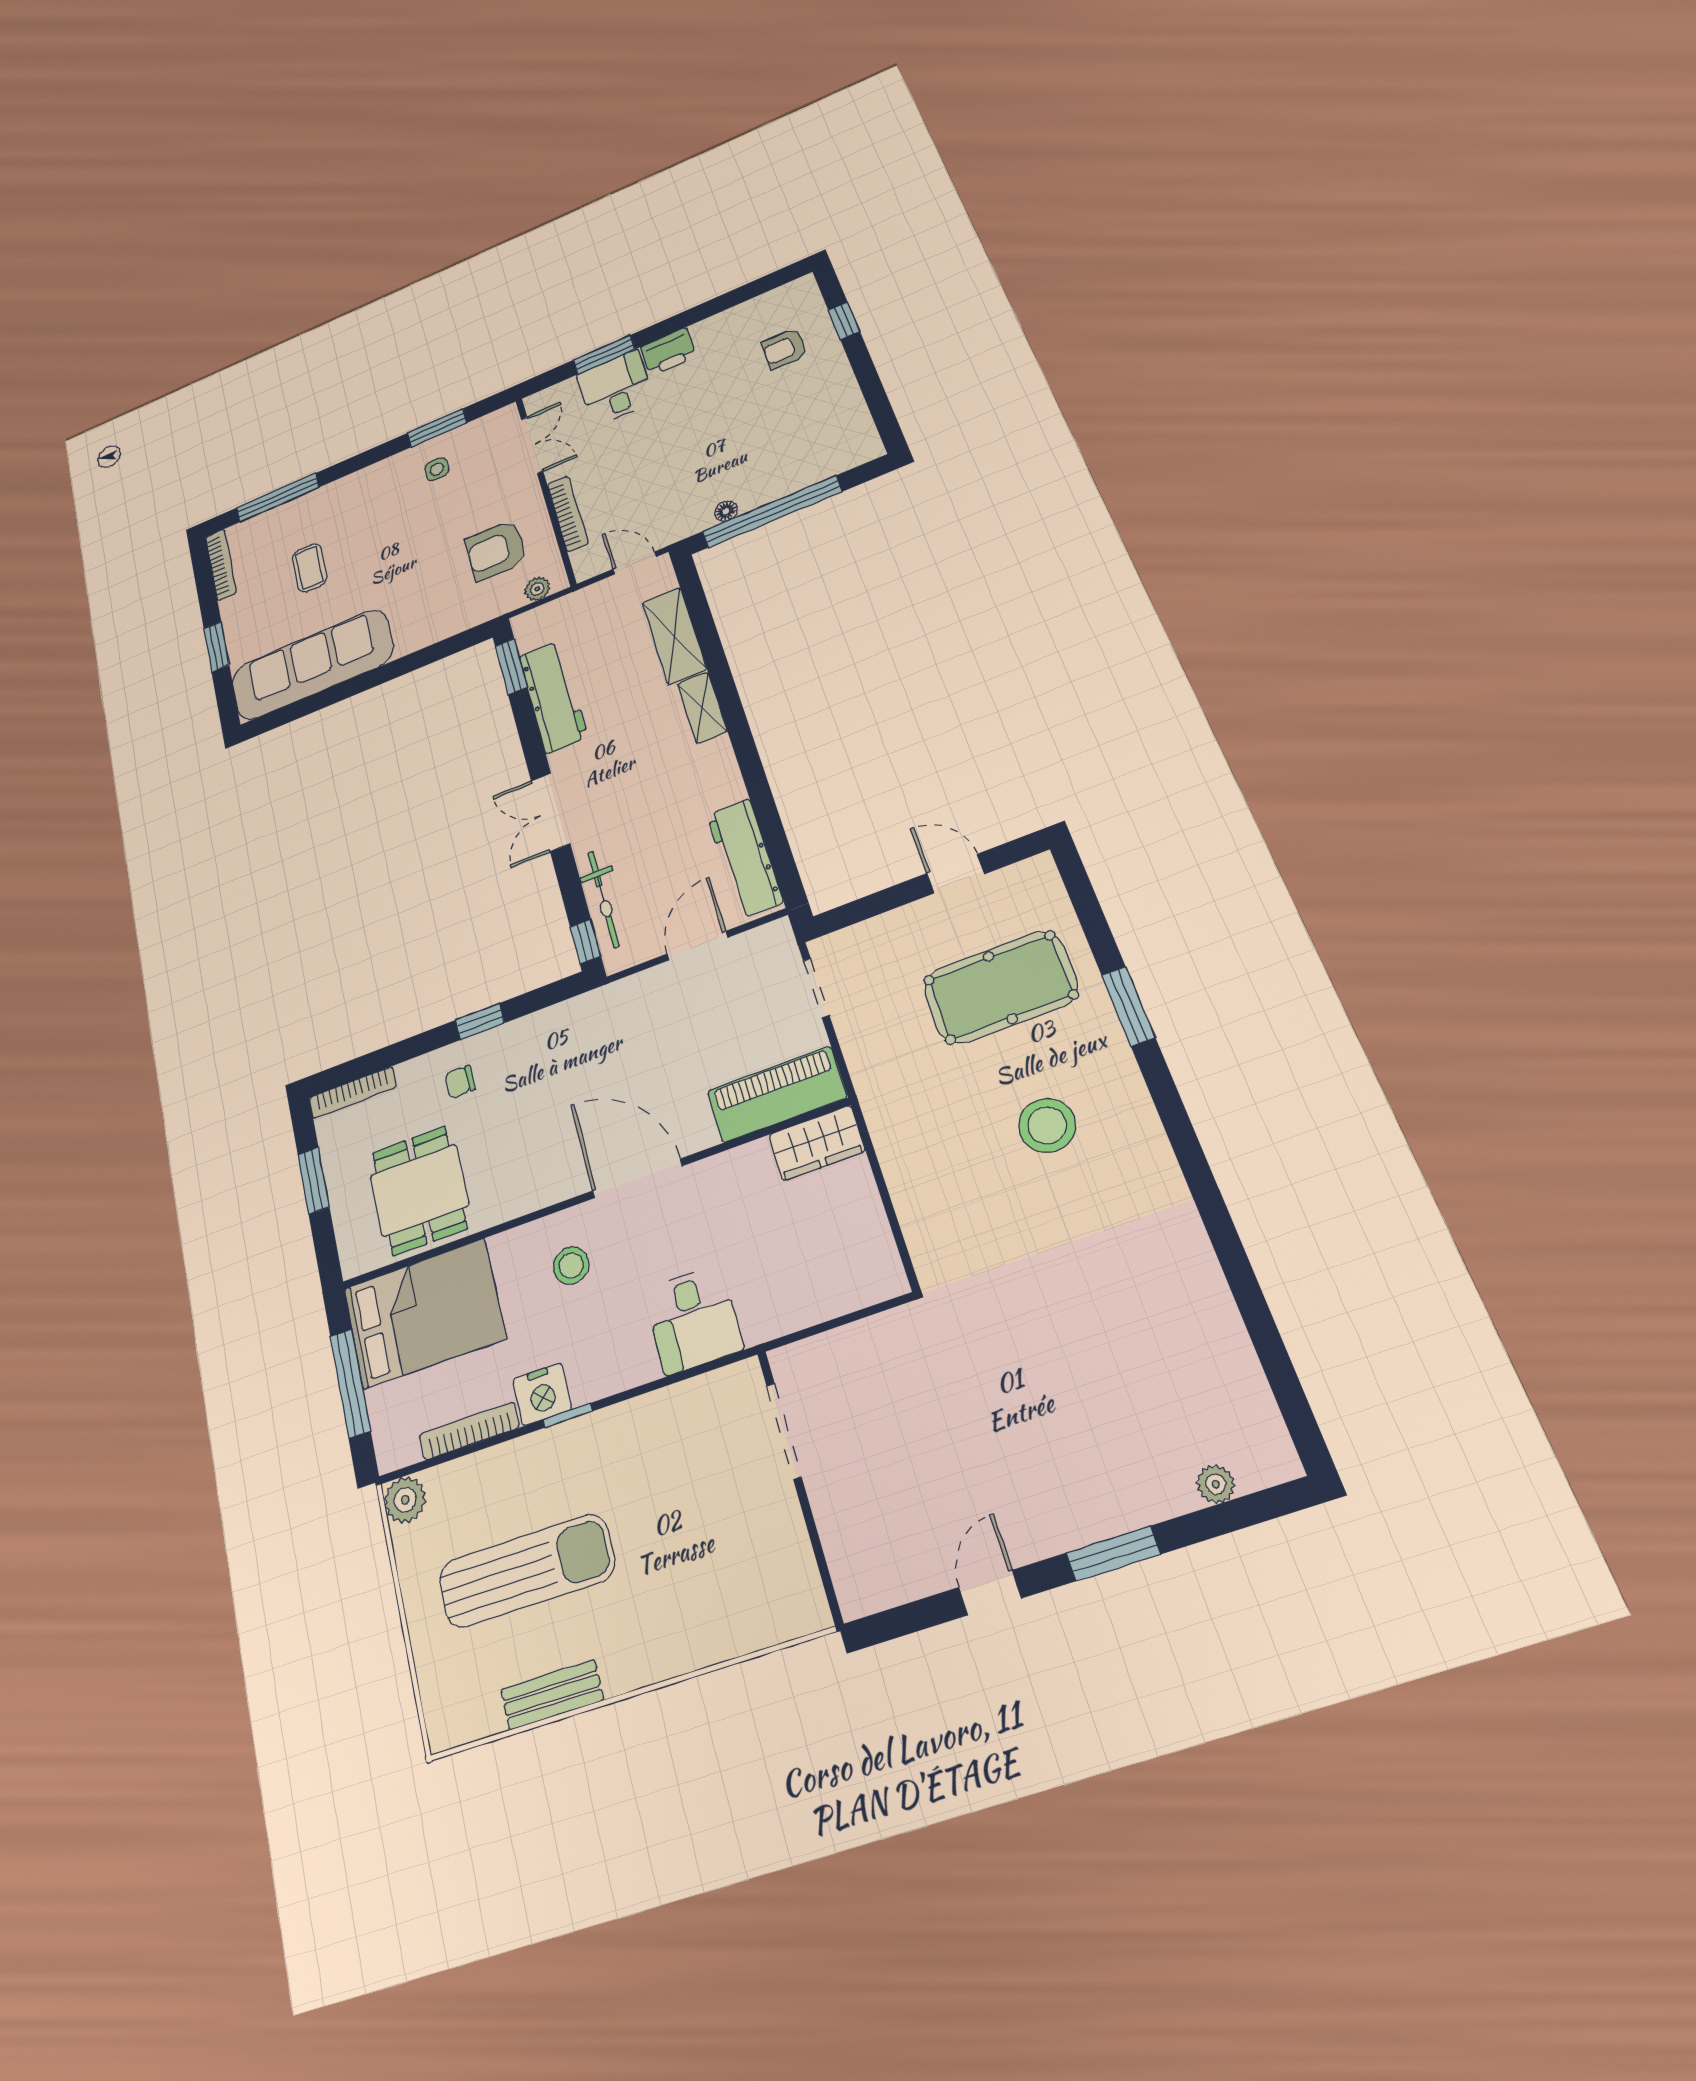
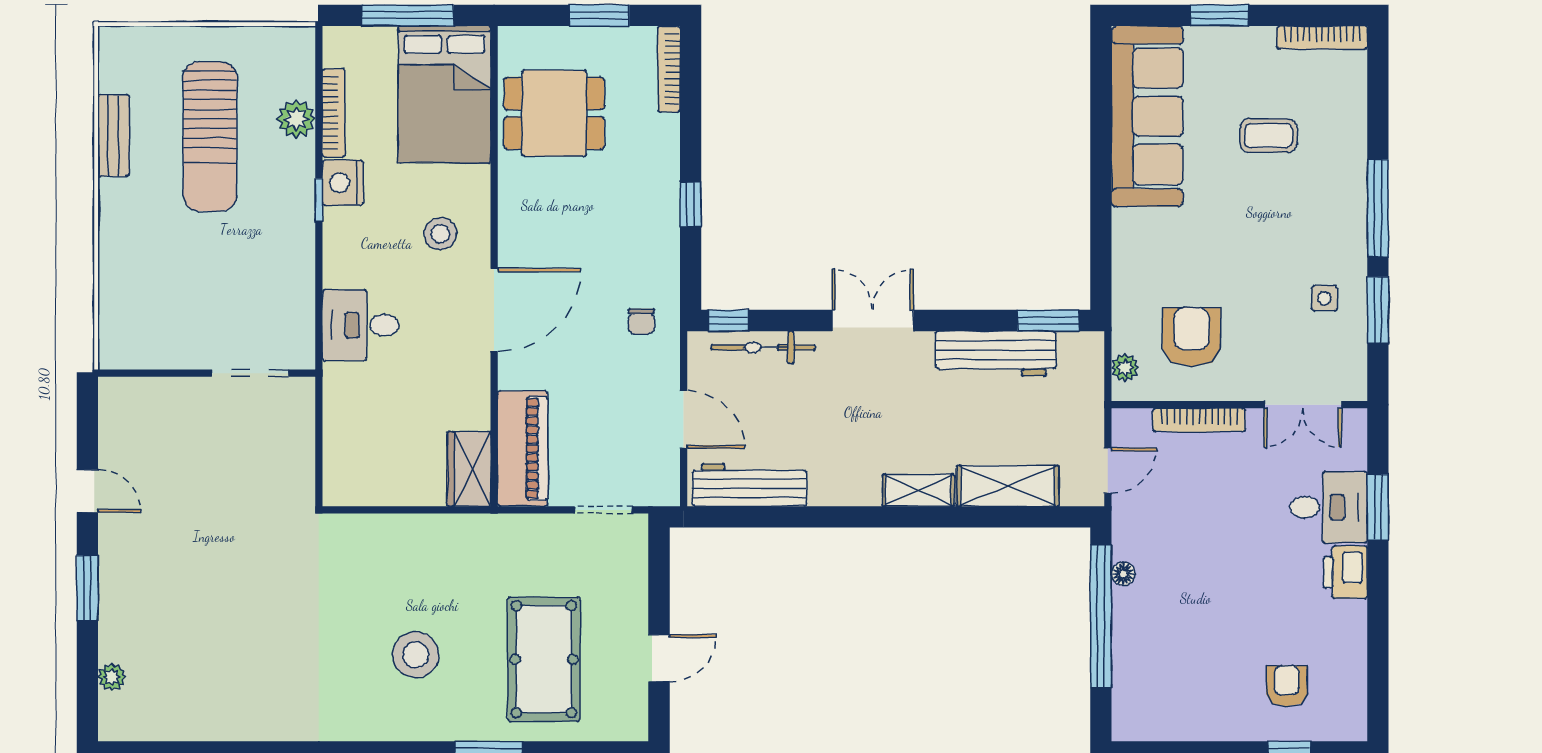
window: (278, 498) -> (1378, 208), moved
chair: (460, 1082) -> (641, 321), moved, turned 180
plant: (405, 1500) -> (296, 119), moved

